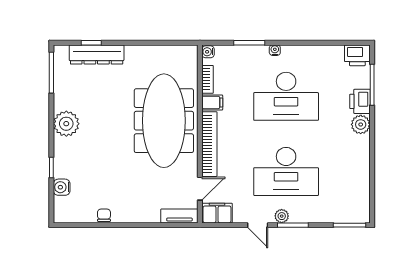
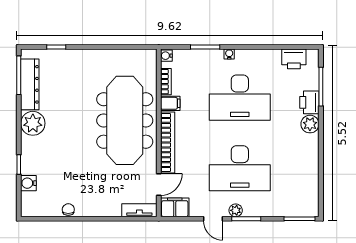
dresser: (97, 54) -> (30, 84), moved, turned -90
printer: (357, 55) -> (294, 59), moved

